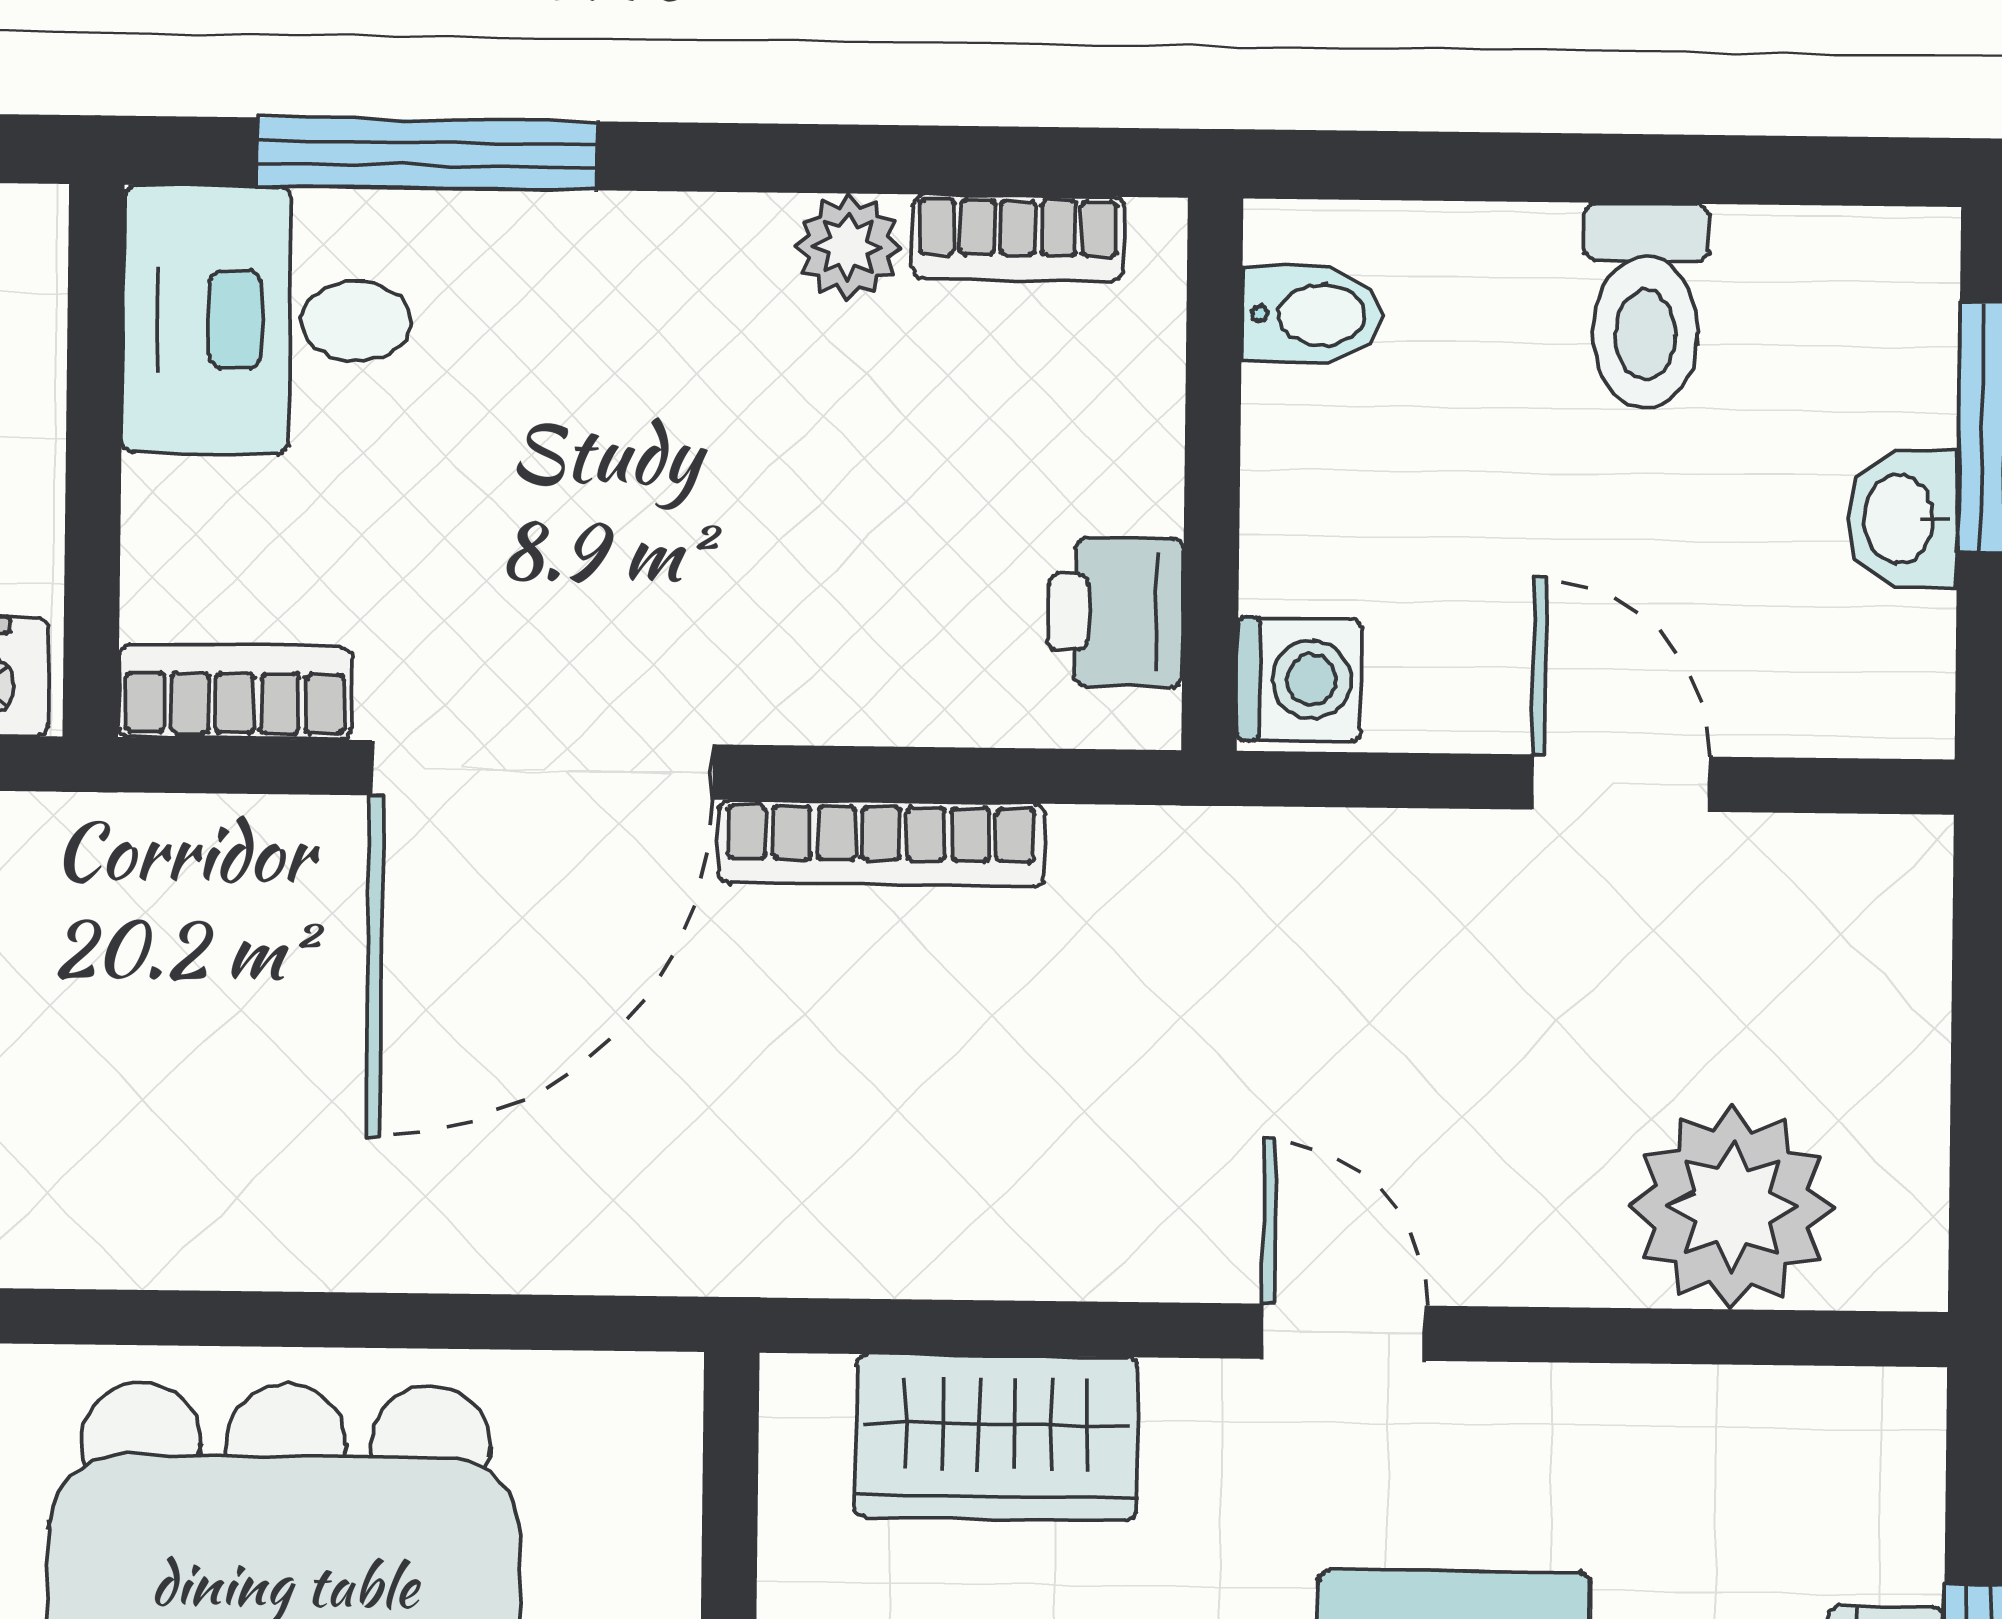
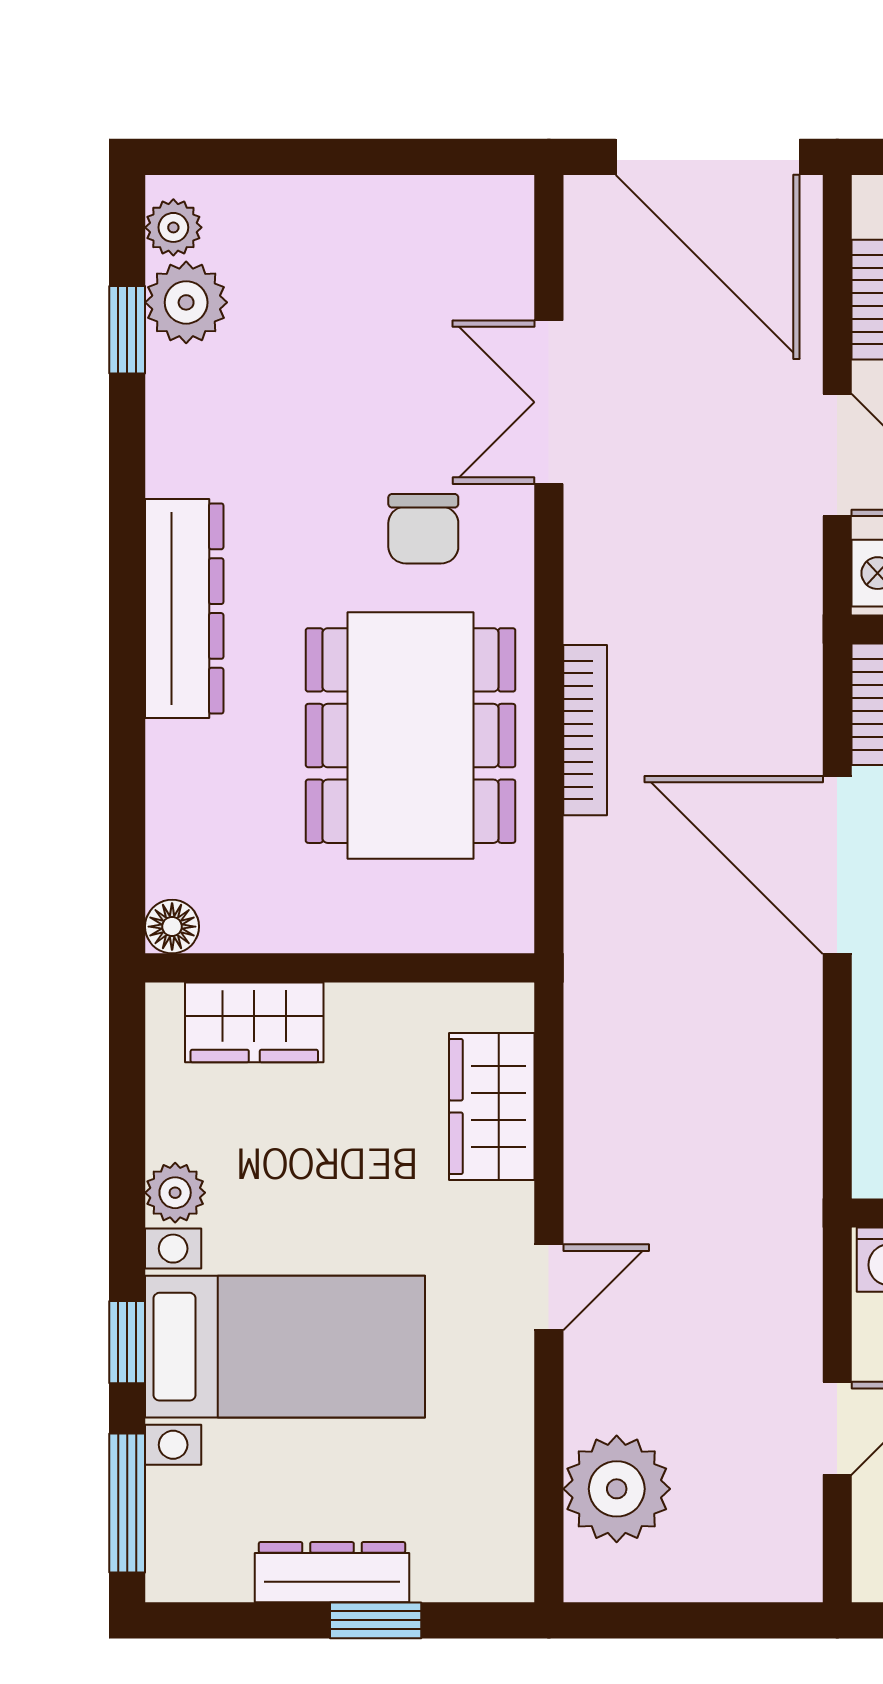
bookcase: (881, 843) -> (585, 730), moved, turned 180

